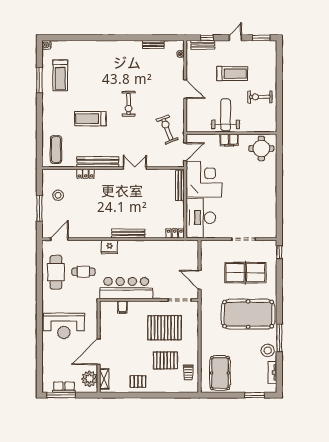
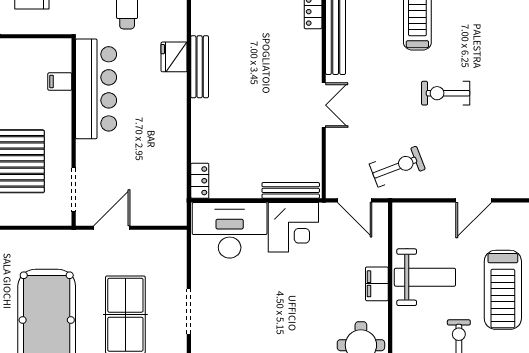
treadmill: (232, 74) -> (503, 290), width x1.37, depth x1.38
corner desk: (204, 179) -> (293, 227), width x0.74, depth x0.74
bench: (128, 233) -> (200, 67), moved

